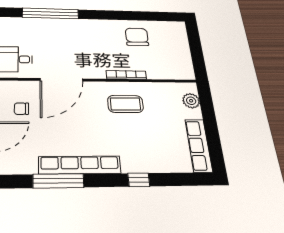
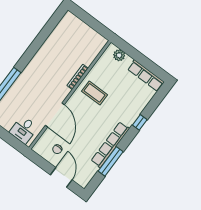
chair: (137, 37) -> (58, 49), removed
coffee table: (125, 104) -> (95, 93), turned 90

